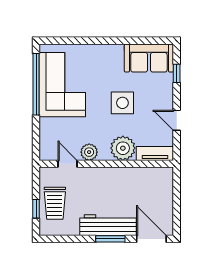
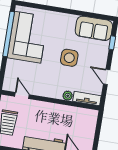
plant: (123, 148) -> (68, 96), width x0.53, depth x0.53
plant: (89, 152) -> (39, 90), removed

